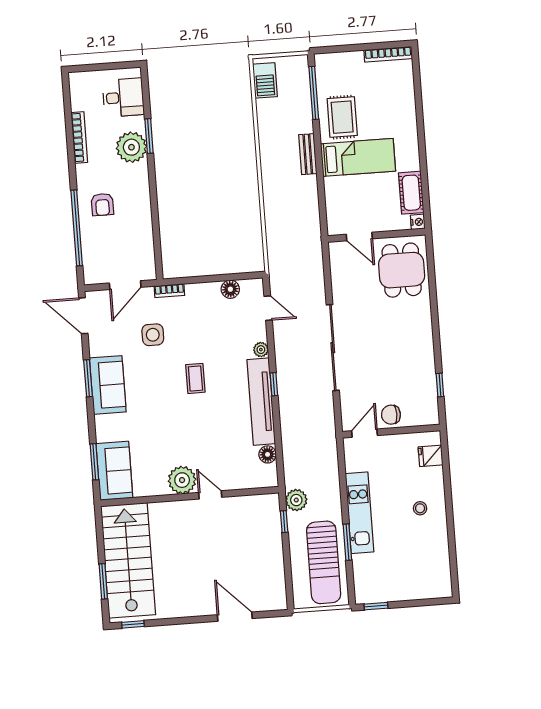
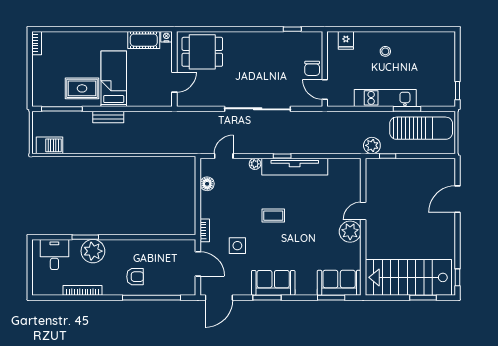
bookcase: (388, 54) -> (37, 43), width x0.64
floor lamp: (268, 454) -> (335, 165), removed

